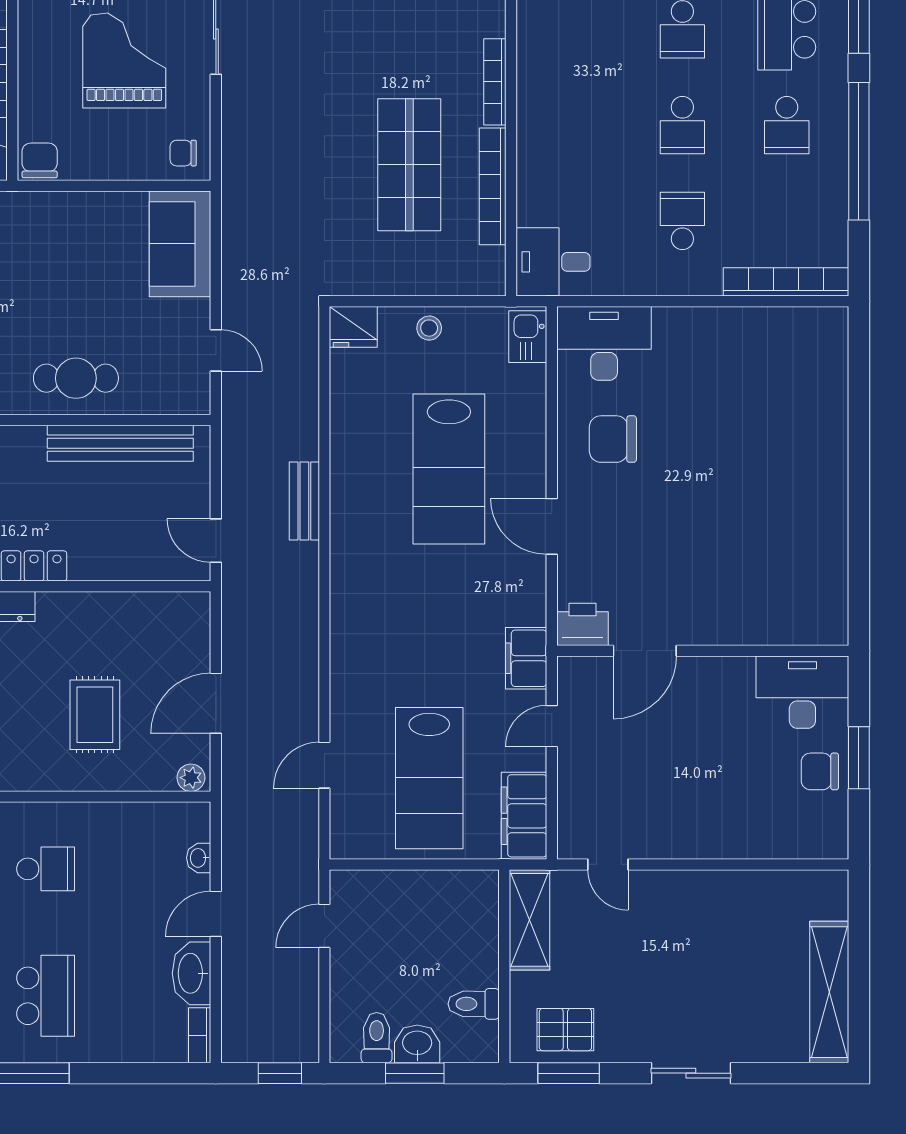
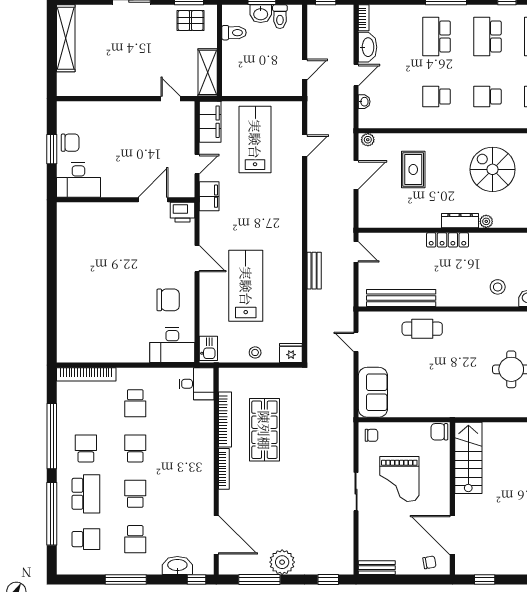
chair: (40, 160) -> (439, 432), turned 90

